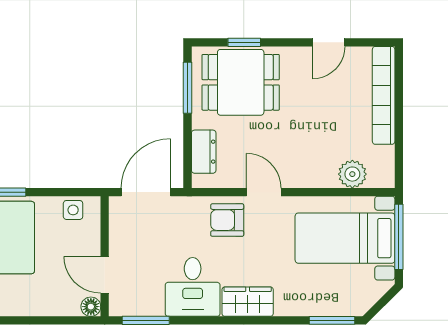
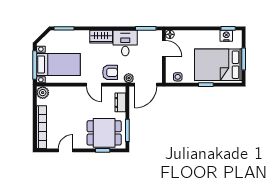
plant: (352, 174) -> (43, 93), moved
plant: (185, 207) -> (129, 78), added

